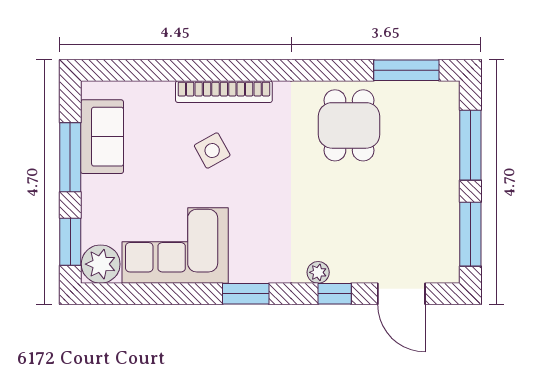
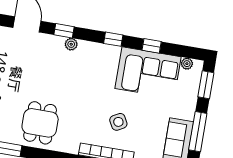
plant: (101, 264) -> (187, 64), width x0.53, depth x0.53
window: (177, 294) -> (152, 46), added
window: (246, 294) -> (113, 39), width x0.67

